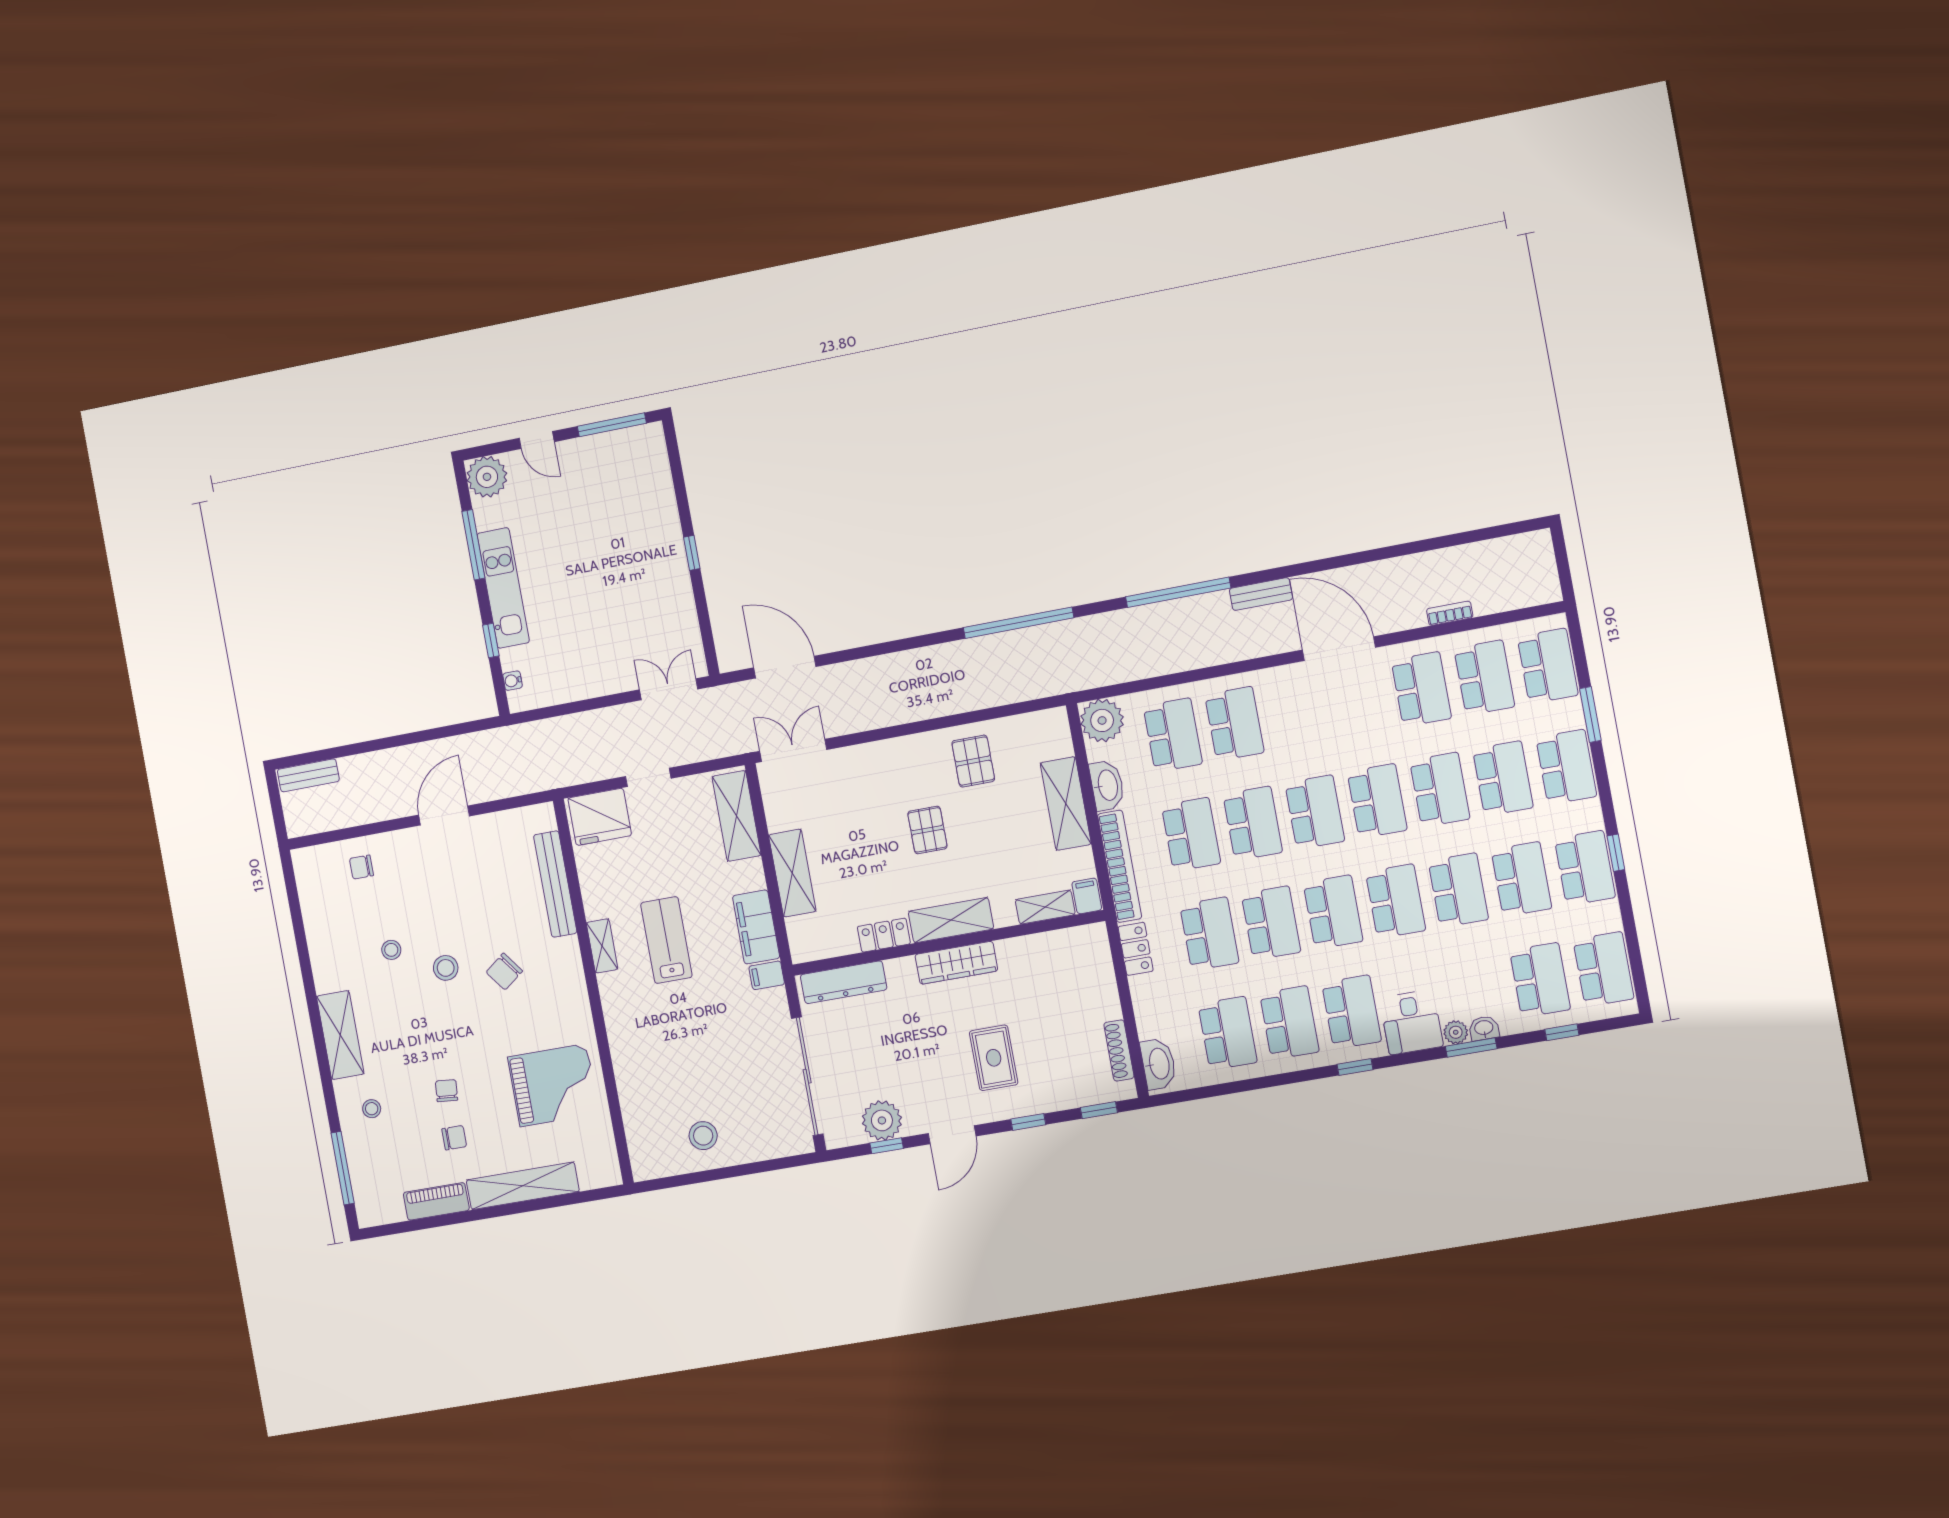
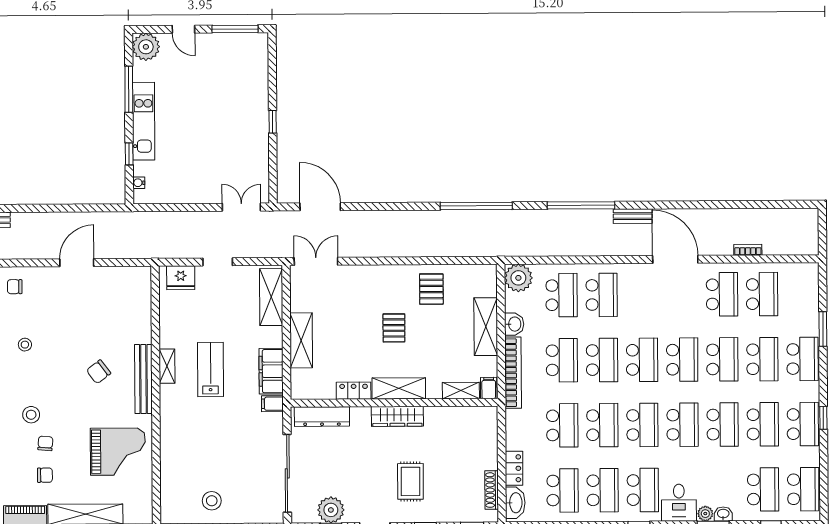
school desk: (1548, 666) -> (802, 294), removed
washbasin: (1107, 785) -> (514, 324), width x0.72
fridge: (600, 817) -> (181, 278), width x0.73, depth x0.75
bench: (555, 884) -> (143, 379), moved
locker: (1136, 949) -> (514, 468), moved
stool: (446, 968) -> (31, 415), moved

